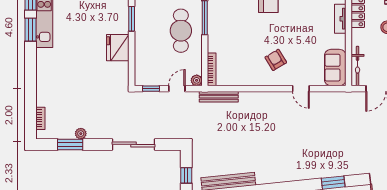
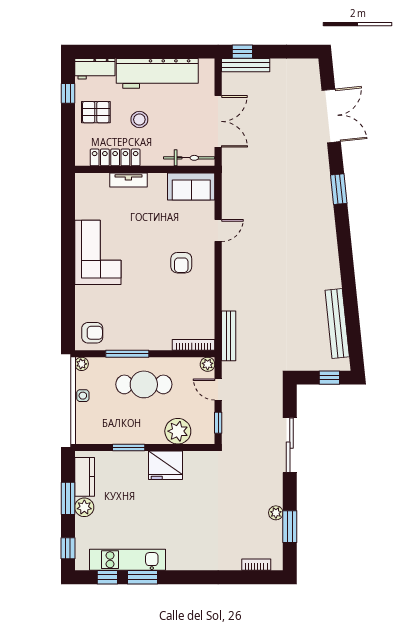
plant: (144, 57) -> (178, 431), added
armchair: (276, 60) -> (181, 263), turned -59

